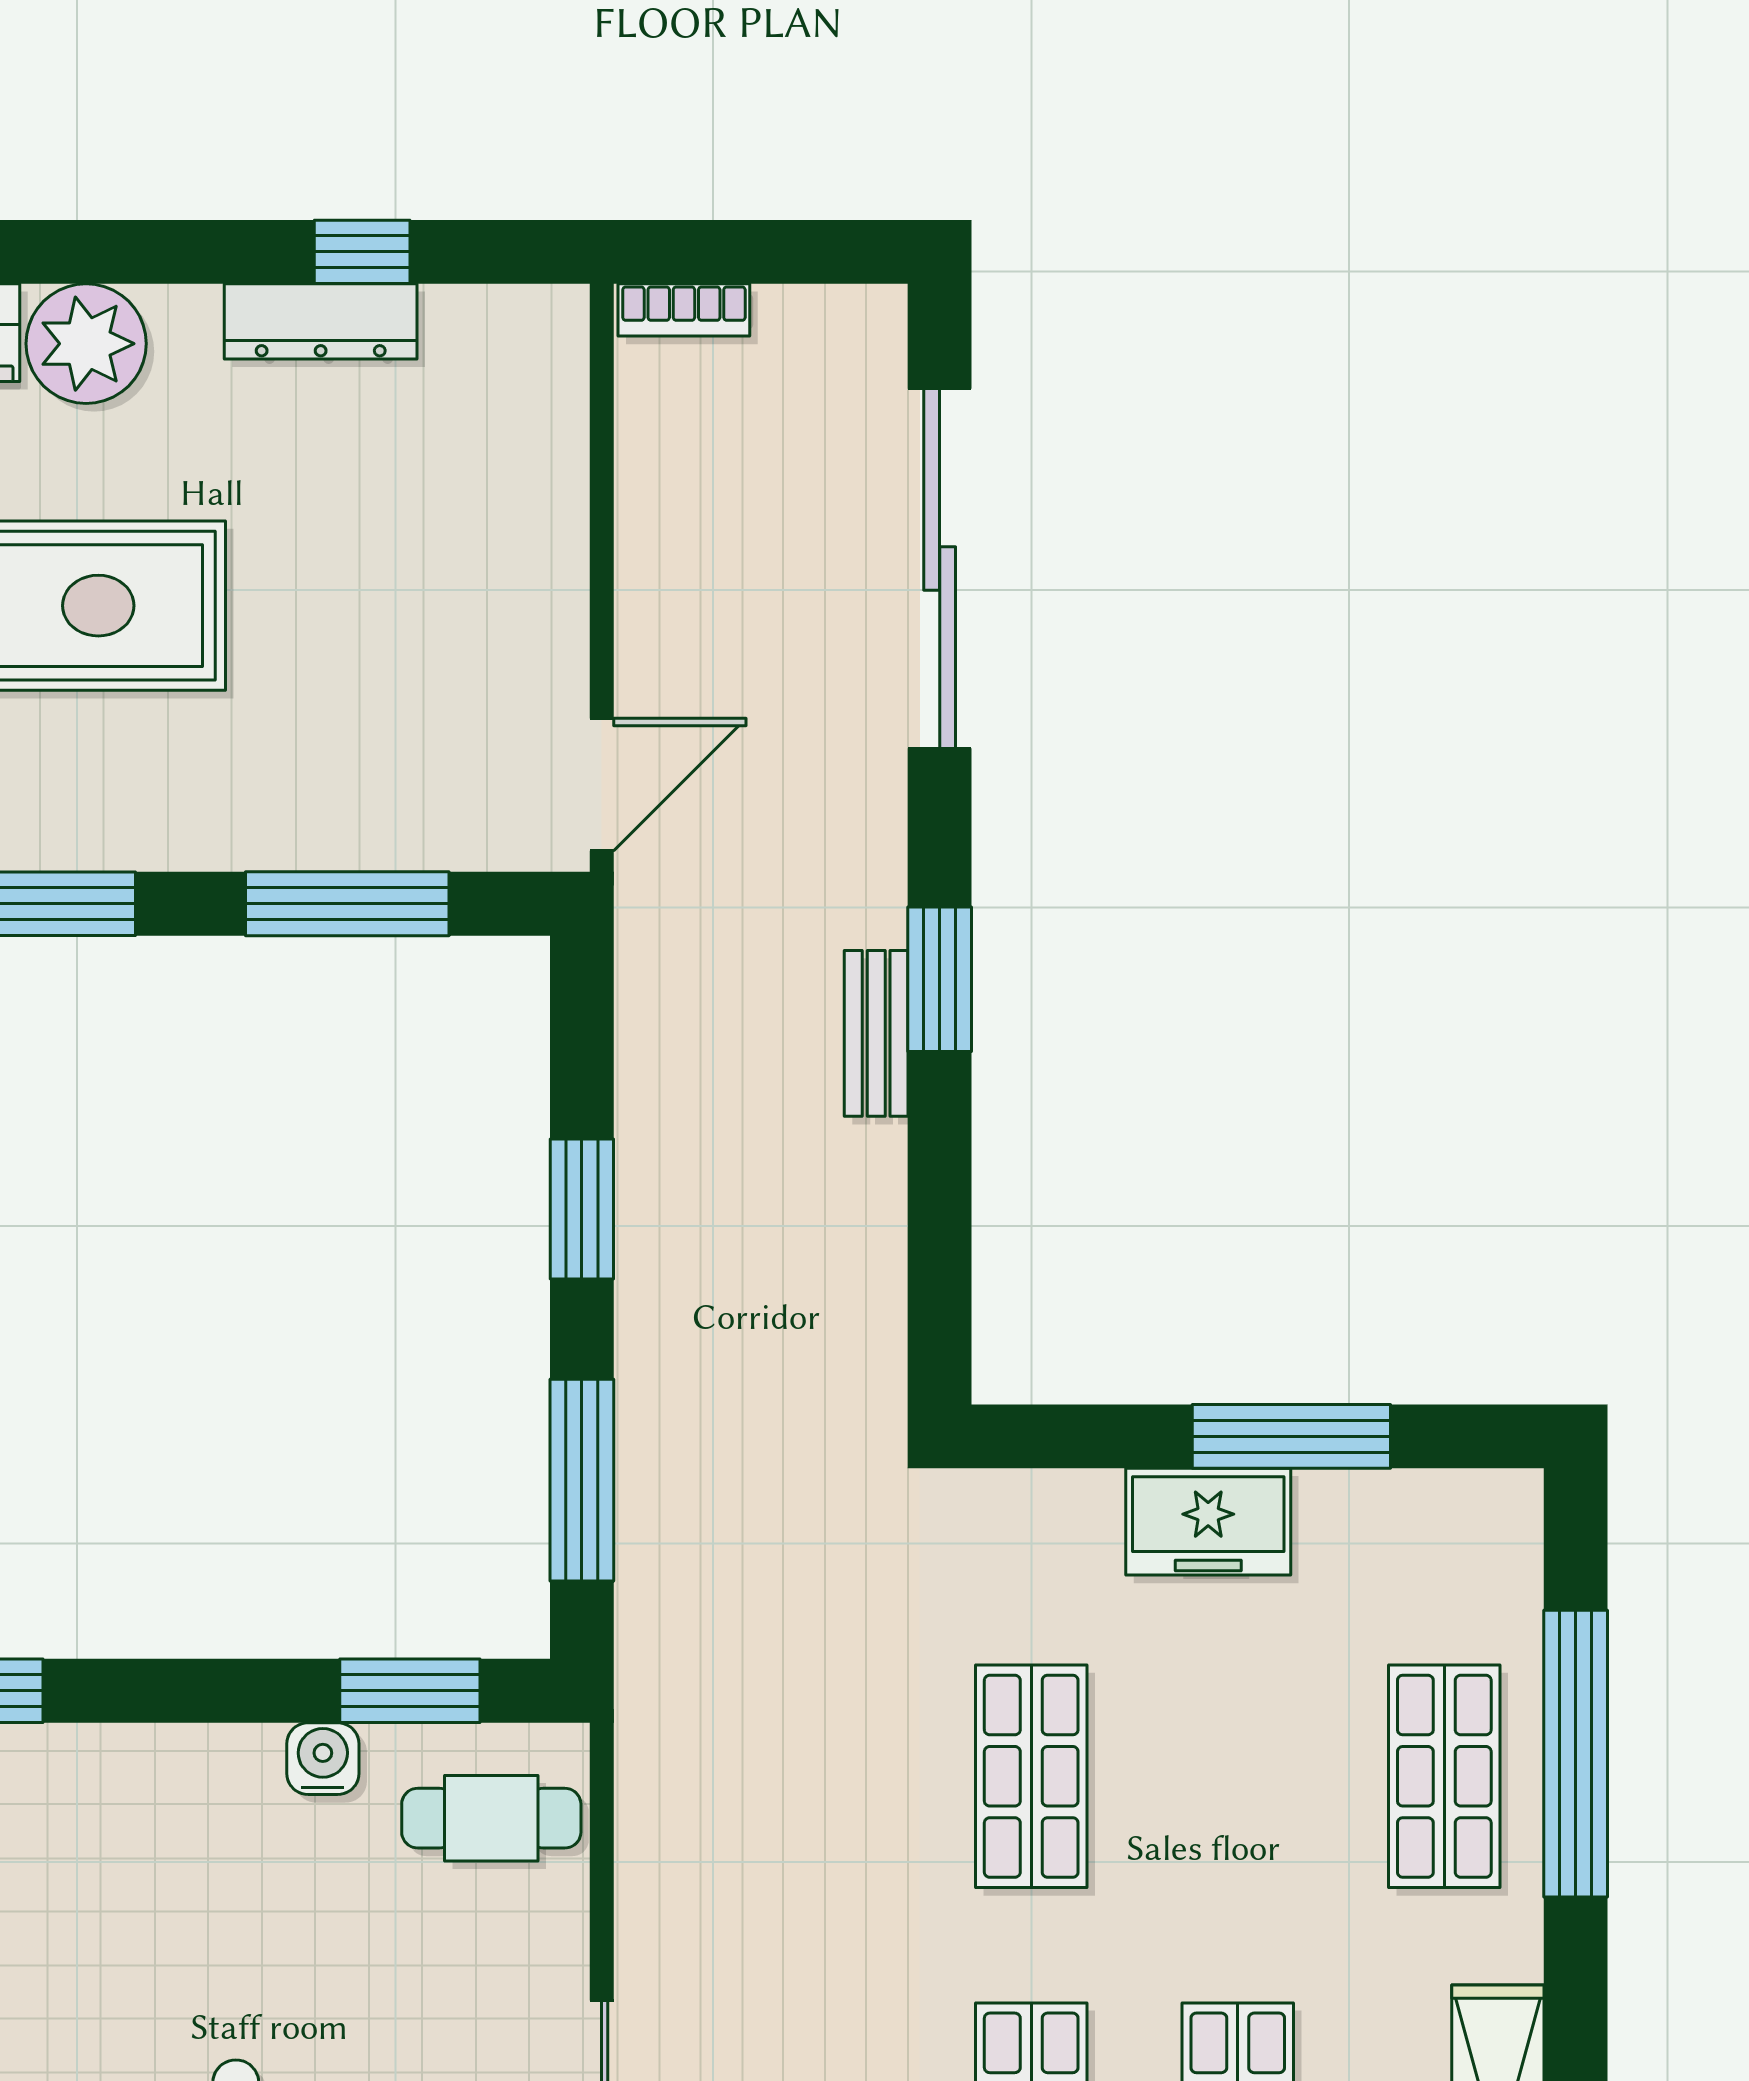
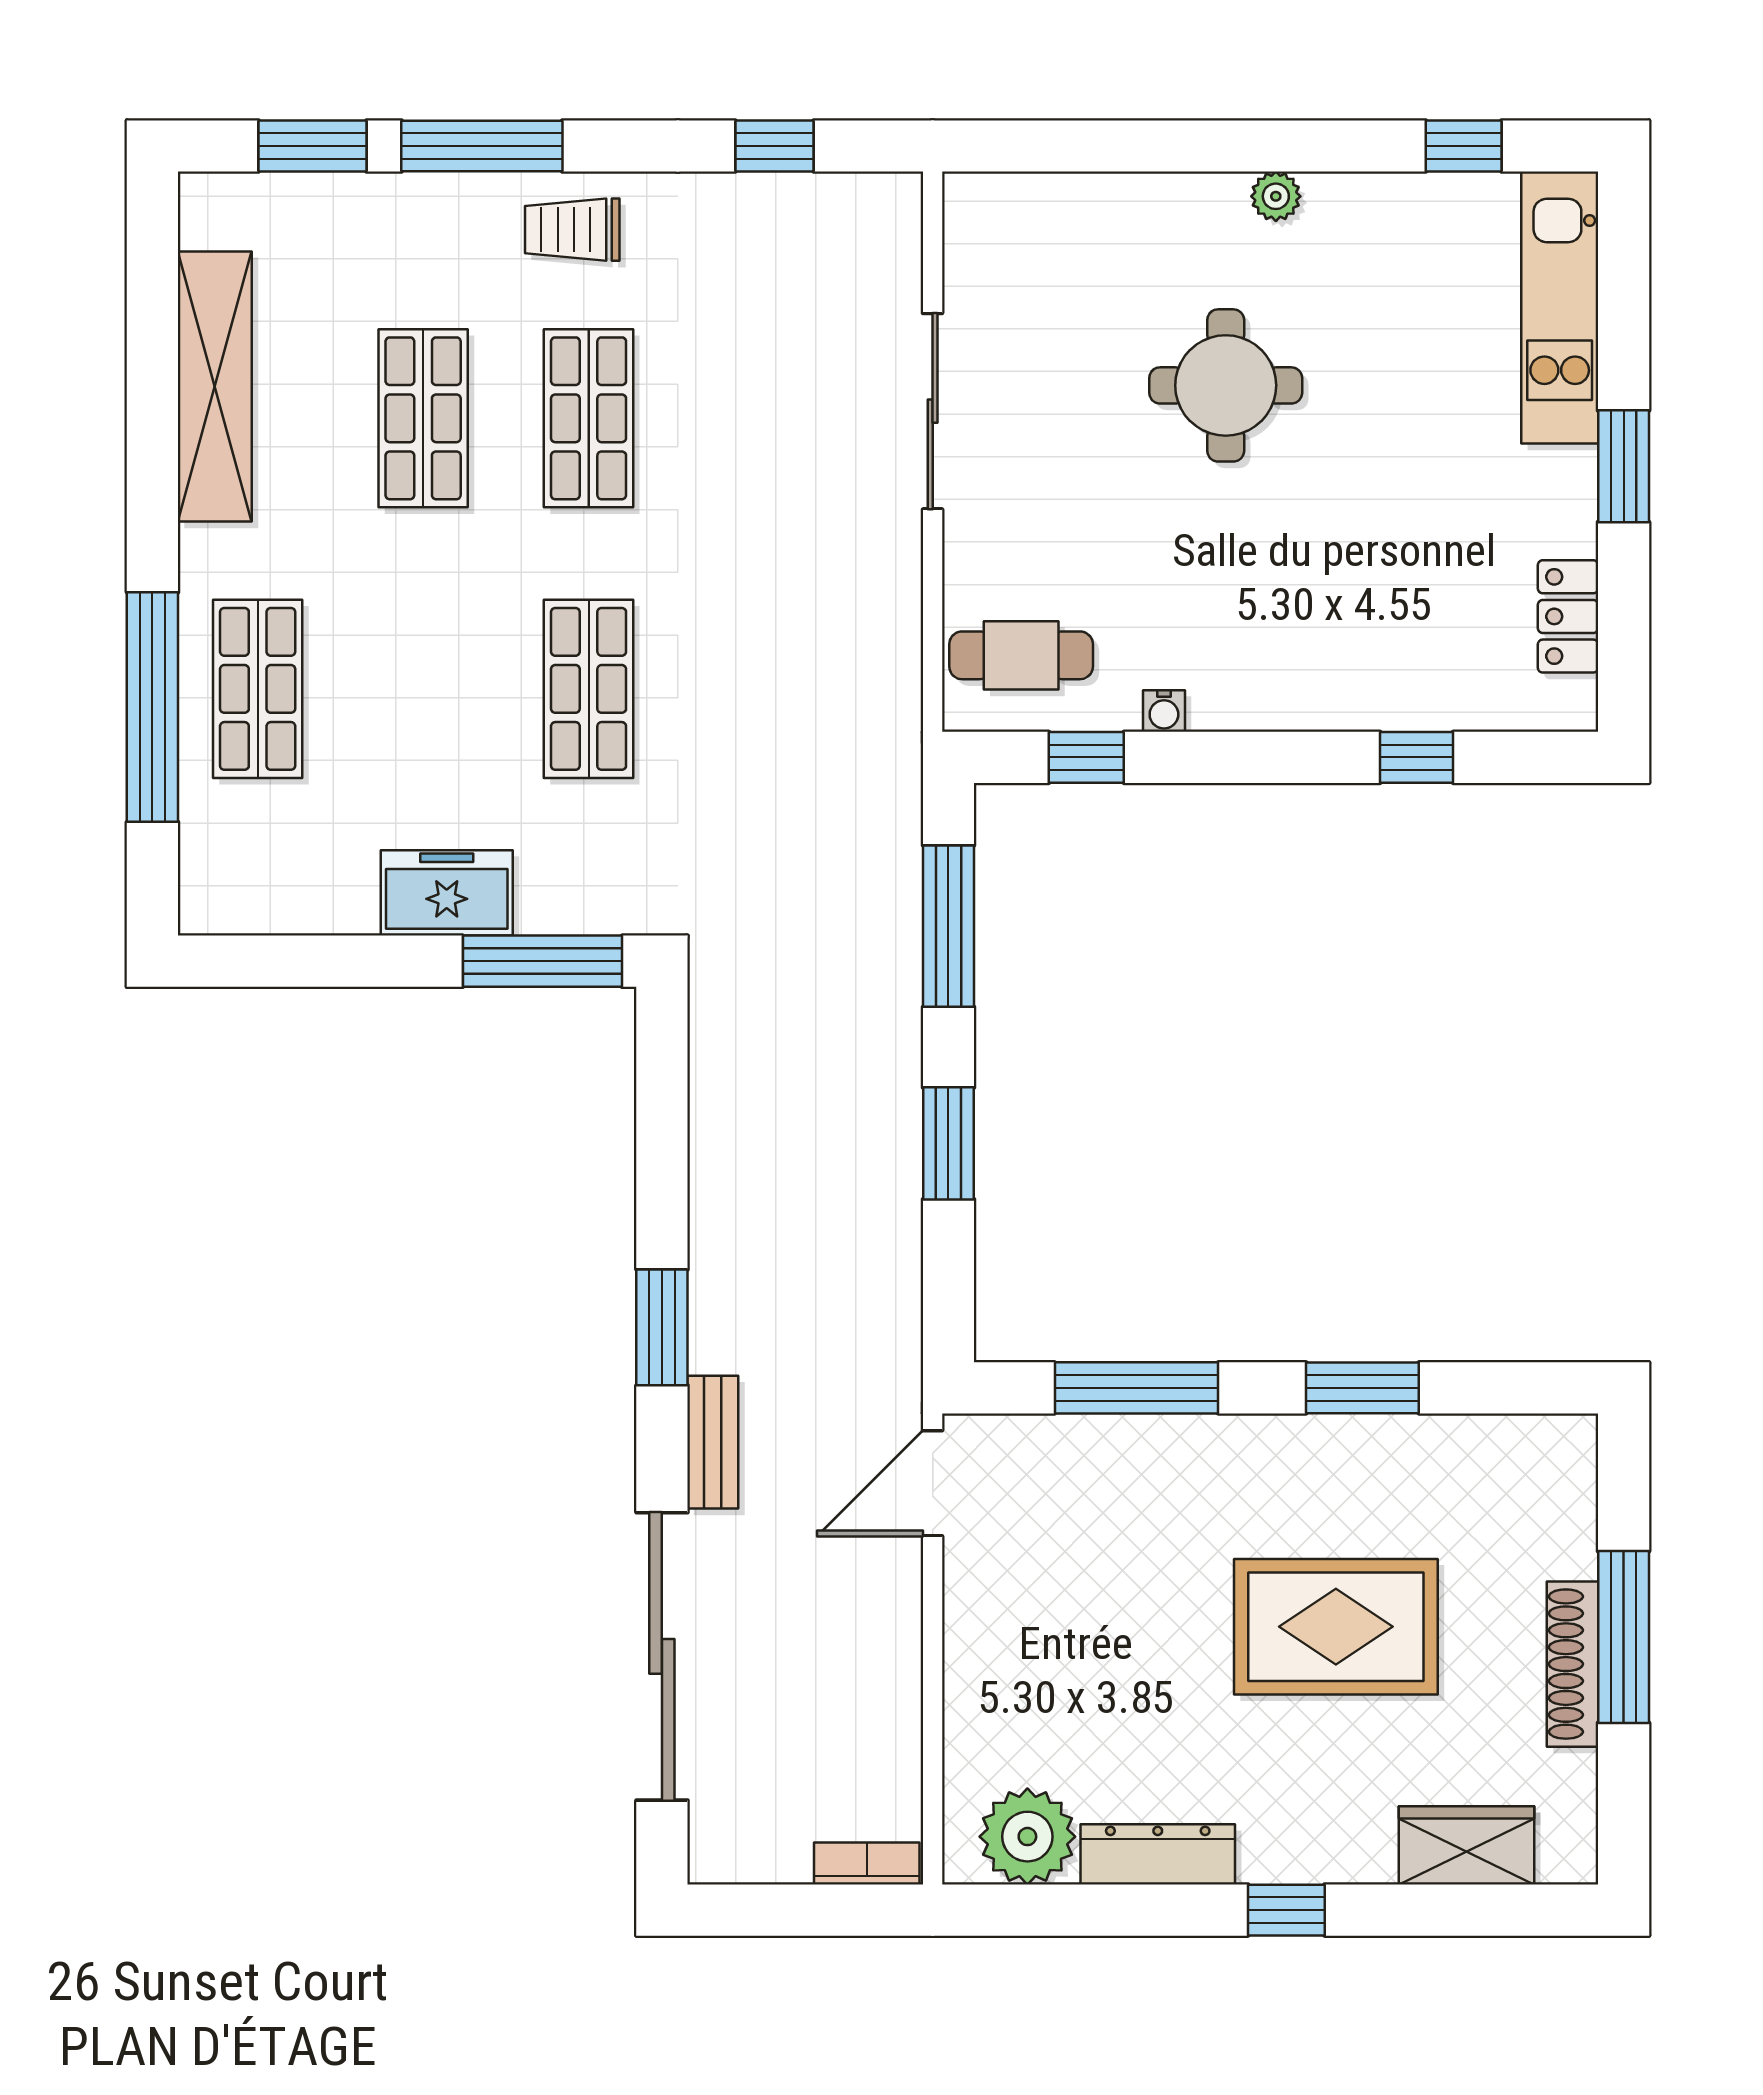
window: (362, 252) -> (1286, 1910), moved
plant: (86, 344) -> (1027, 1837), moved
bench: (876, 1033) -> (713, 1442), moved
window: (1291, 1436) -> (542, 961), moved
window: (410, 1691) -> (1086, 757), width x0.67
water cooler: (323, 1759) -> (1164, 711), width x0.72, depth x0.72

